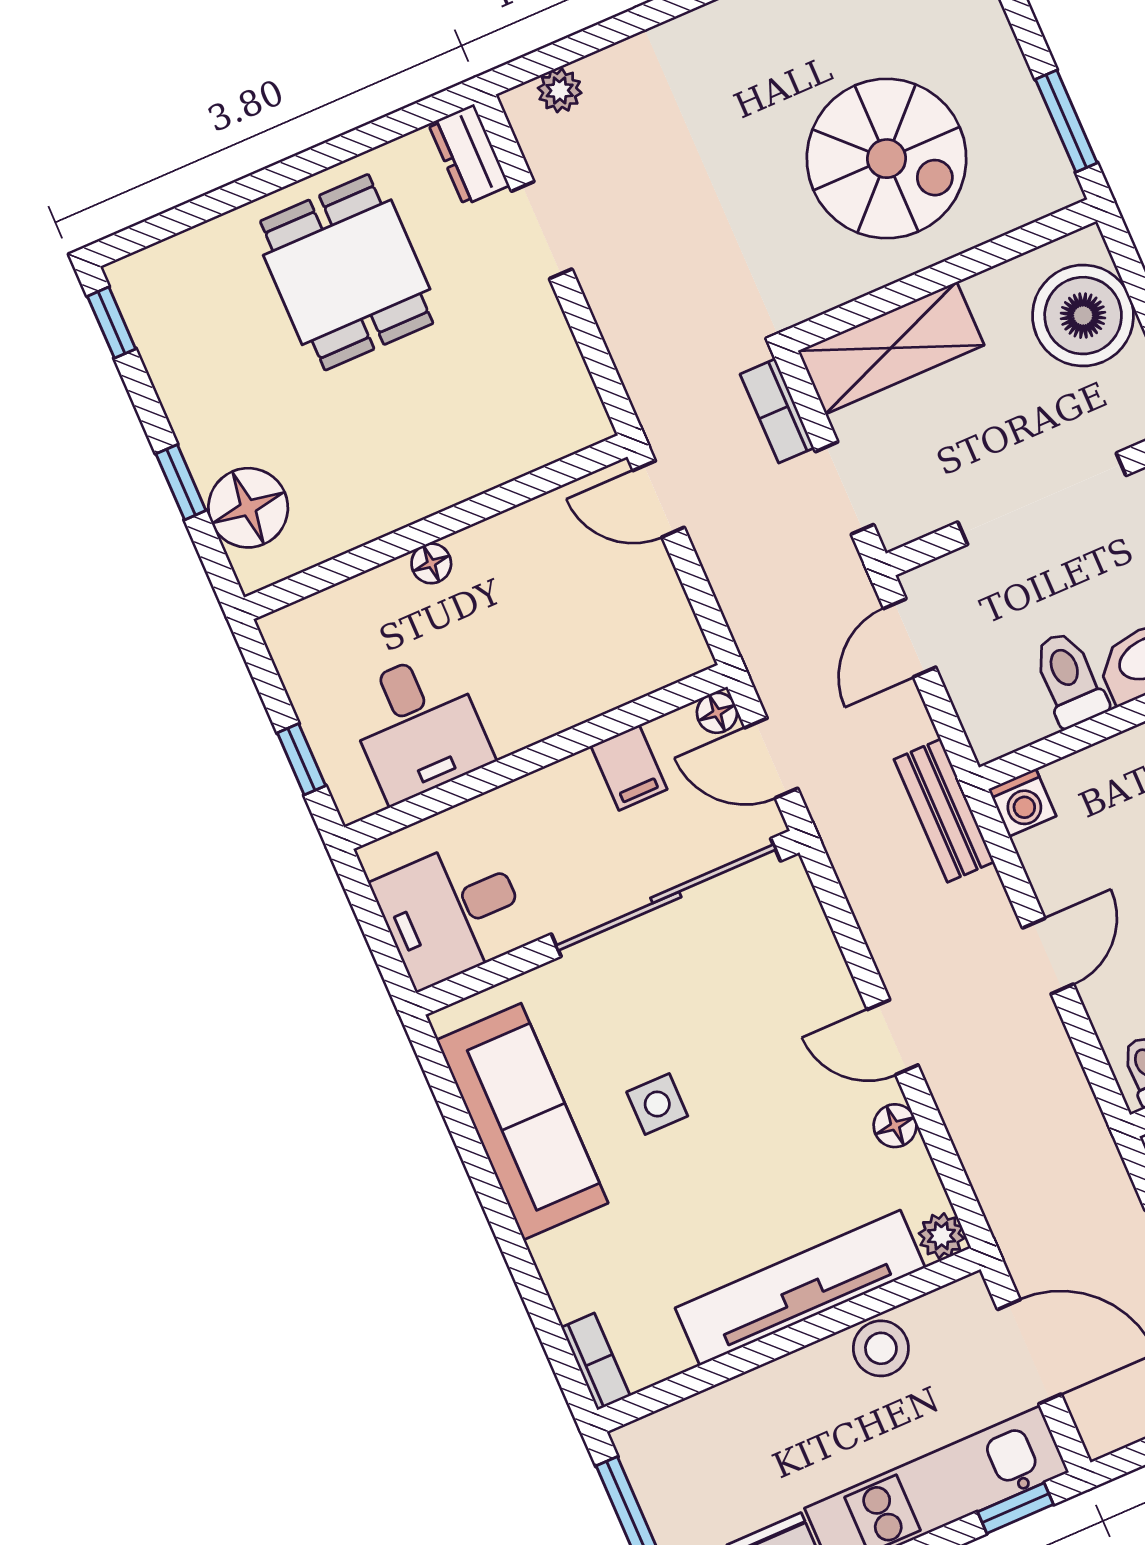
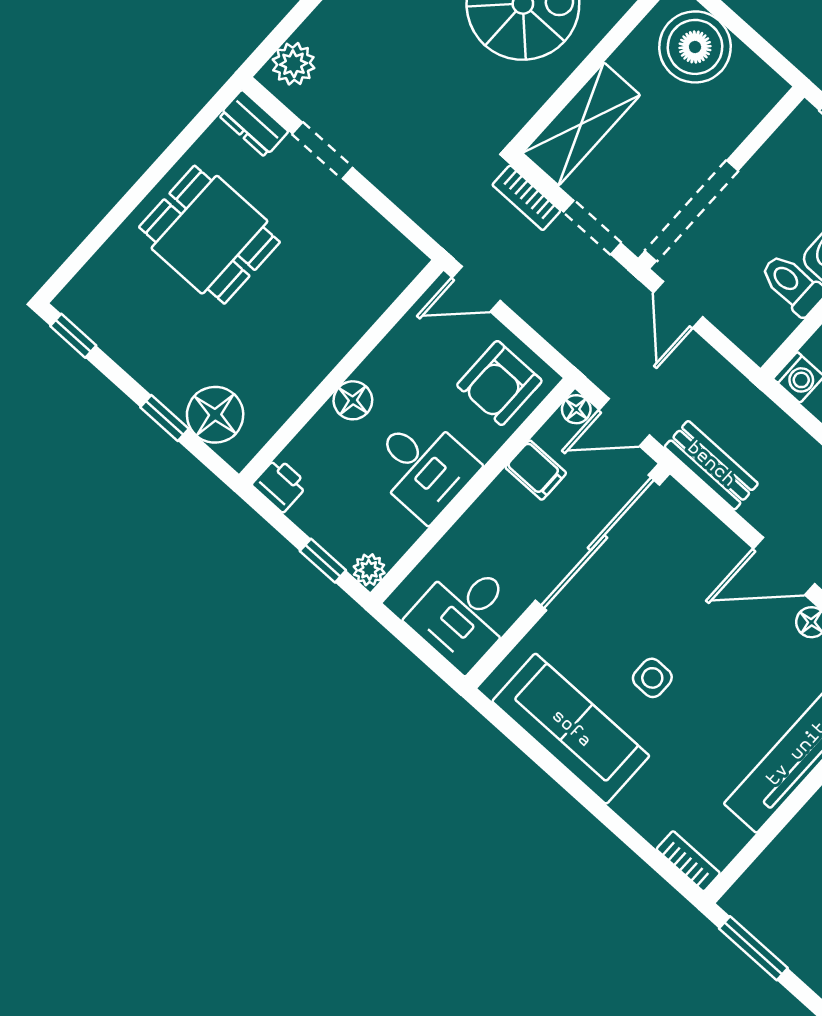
plant: (560, 90) -> (293, 64), width x1.38, depth x1.38
doorway: (1042, 499) -> (691, 211), moved
floor lamp: (431, 563) -> (353, 400), width x1.37, depth x1.37
armchair: (633, 634) -> (499, 383), added
printer: (291, 636) -> (280, 485), added
desk: (418, 726) -> (423, 467), moved
plant: (356, 798) -> (369, 570), added
bench: (944, 811) -> (711, 465), moved
door: (893, 1037) -> (784, 566), width x1.38

